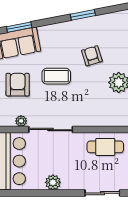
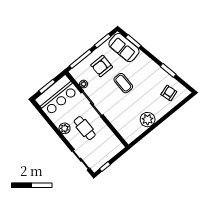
armchair: (92, 56) -> (169, 93), moved
armchair: (18, 85) -> (102, 66), turned 180
cafe table: (105, 147) -> (85, 128), moved

